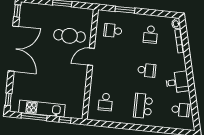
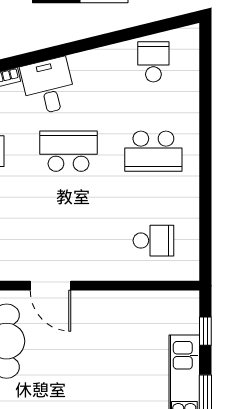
school desk: (147, 70) -> (68, 151), width x1.85
desk: (177, 82) -> (48, 86), moved

